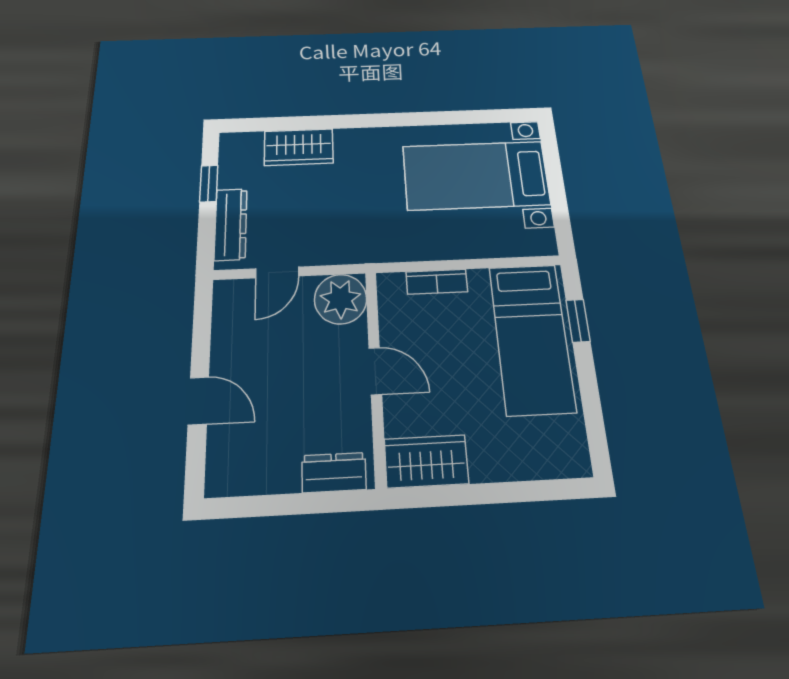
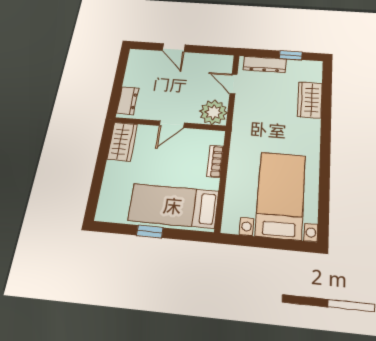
window: (578, 321) -> (150, 231), moved
door: (198, 401) -> (174, 48), hinge flipped

